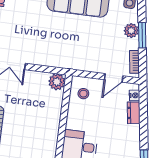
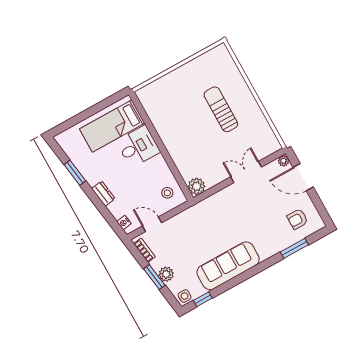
door: (114, 78) -> (152, 224), hinge flipped
dresser: (134, 113) -> (103, 194), moved

